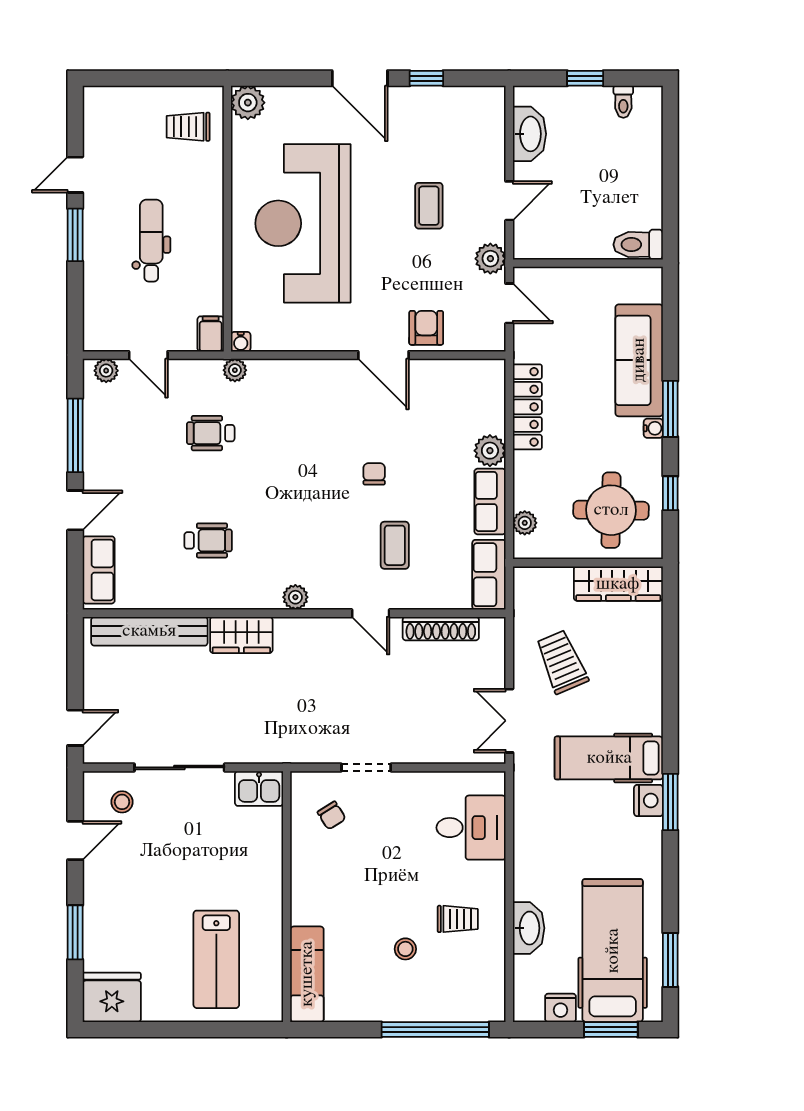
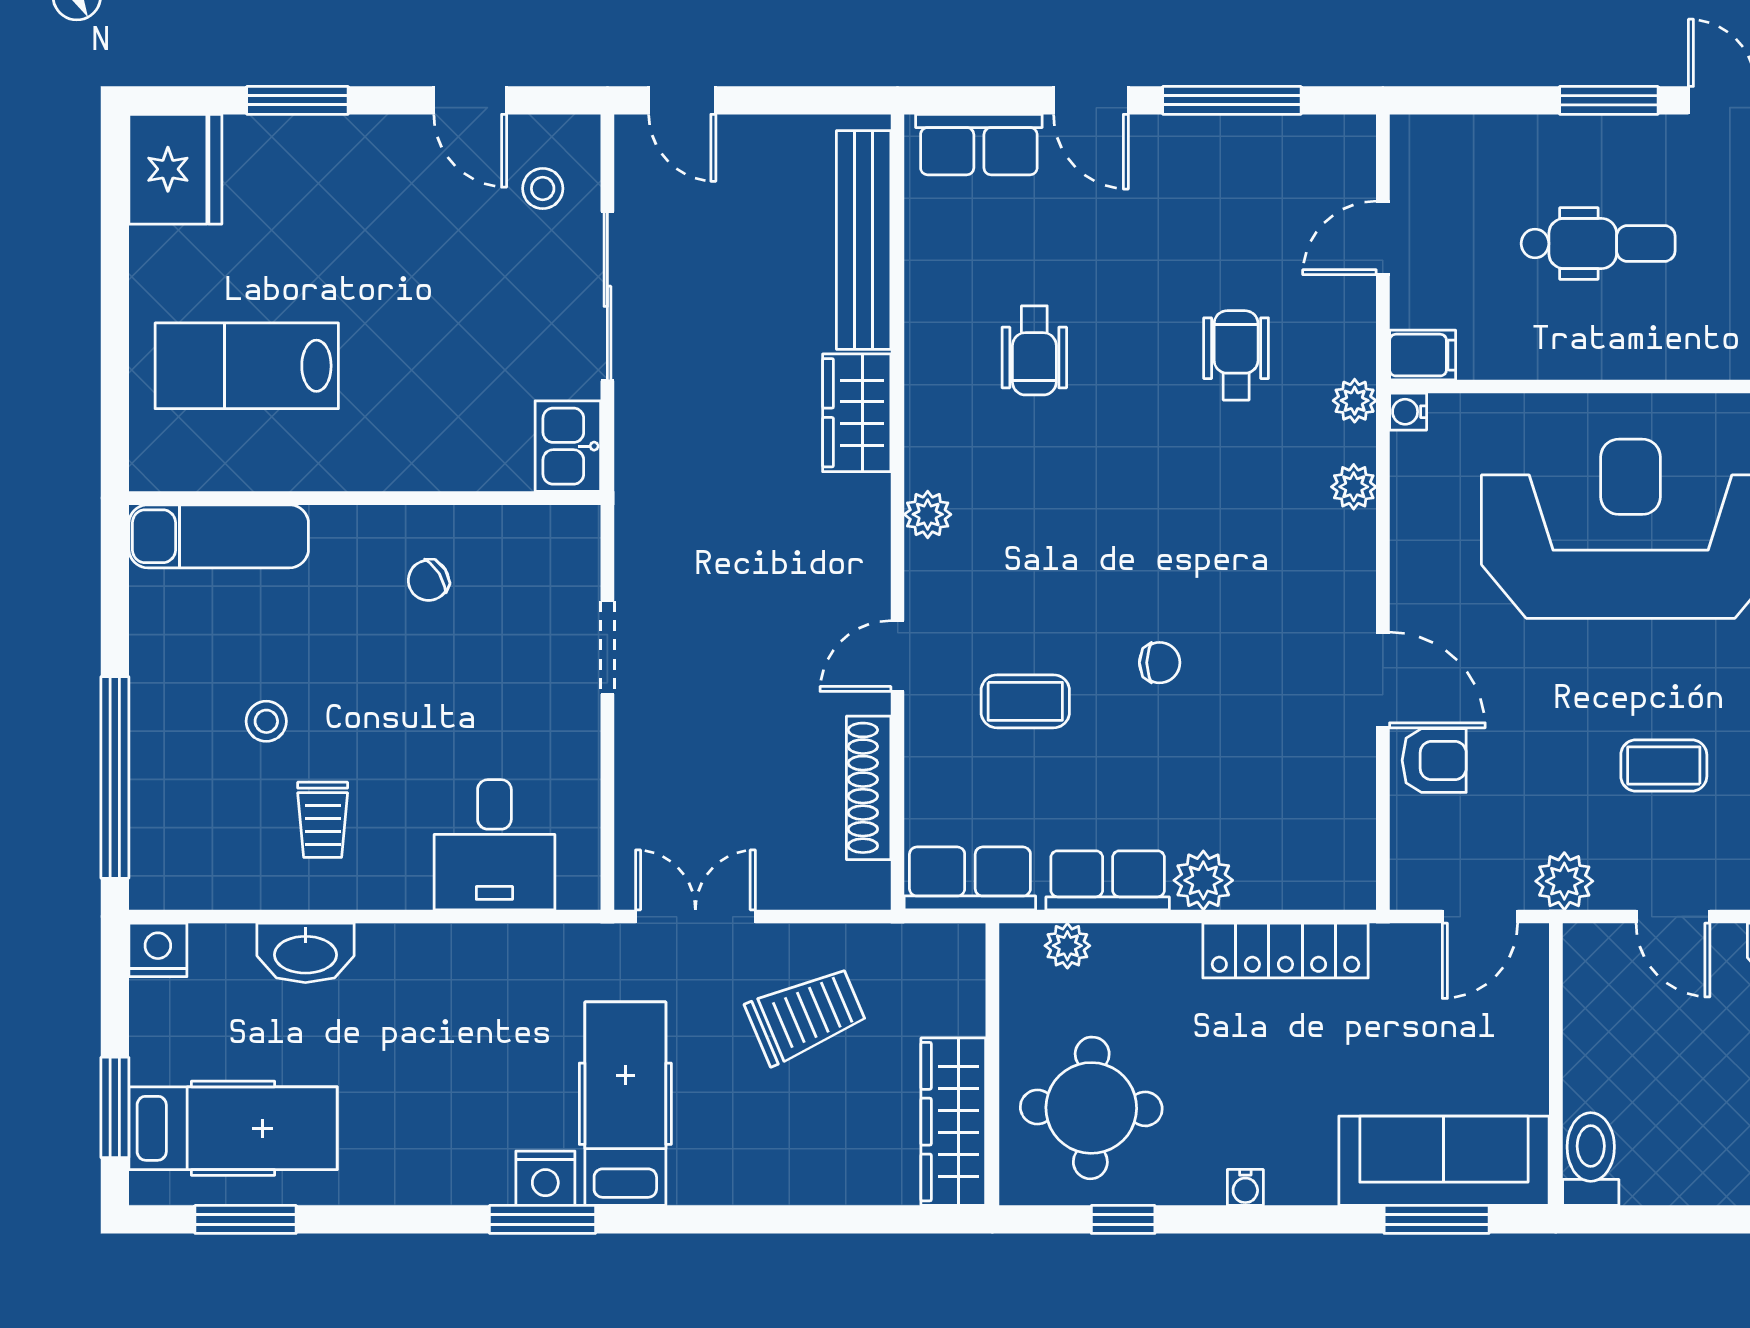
door: (383, 355) -> (1383, 680), swing flipped
sofa: (639, 360) -> (1444, 1161), moved
plant: (106, 371) -> (1354, 487), moved
window: (670, 409) -> (1437, 1219), moved
chair: (332, 815) -> (428, 580), moved
hospital bed: (613, 951) -> (233, 1128), width x0.73, depth x0.78
nightstand: (560, 1008) -> (158, 950), moved, turned 90

